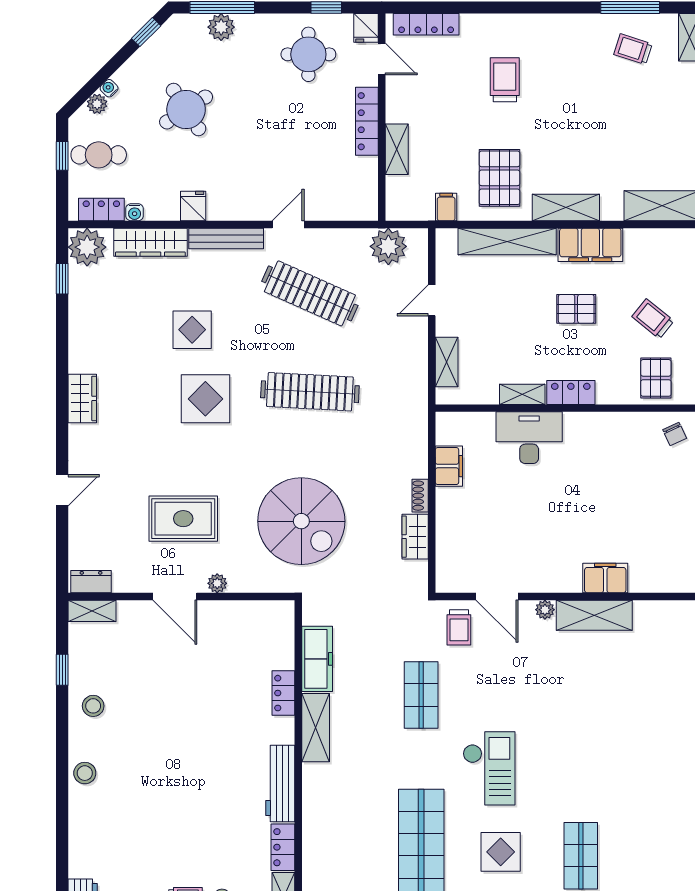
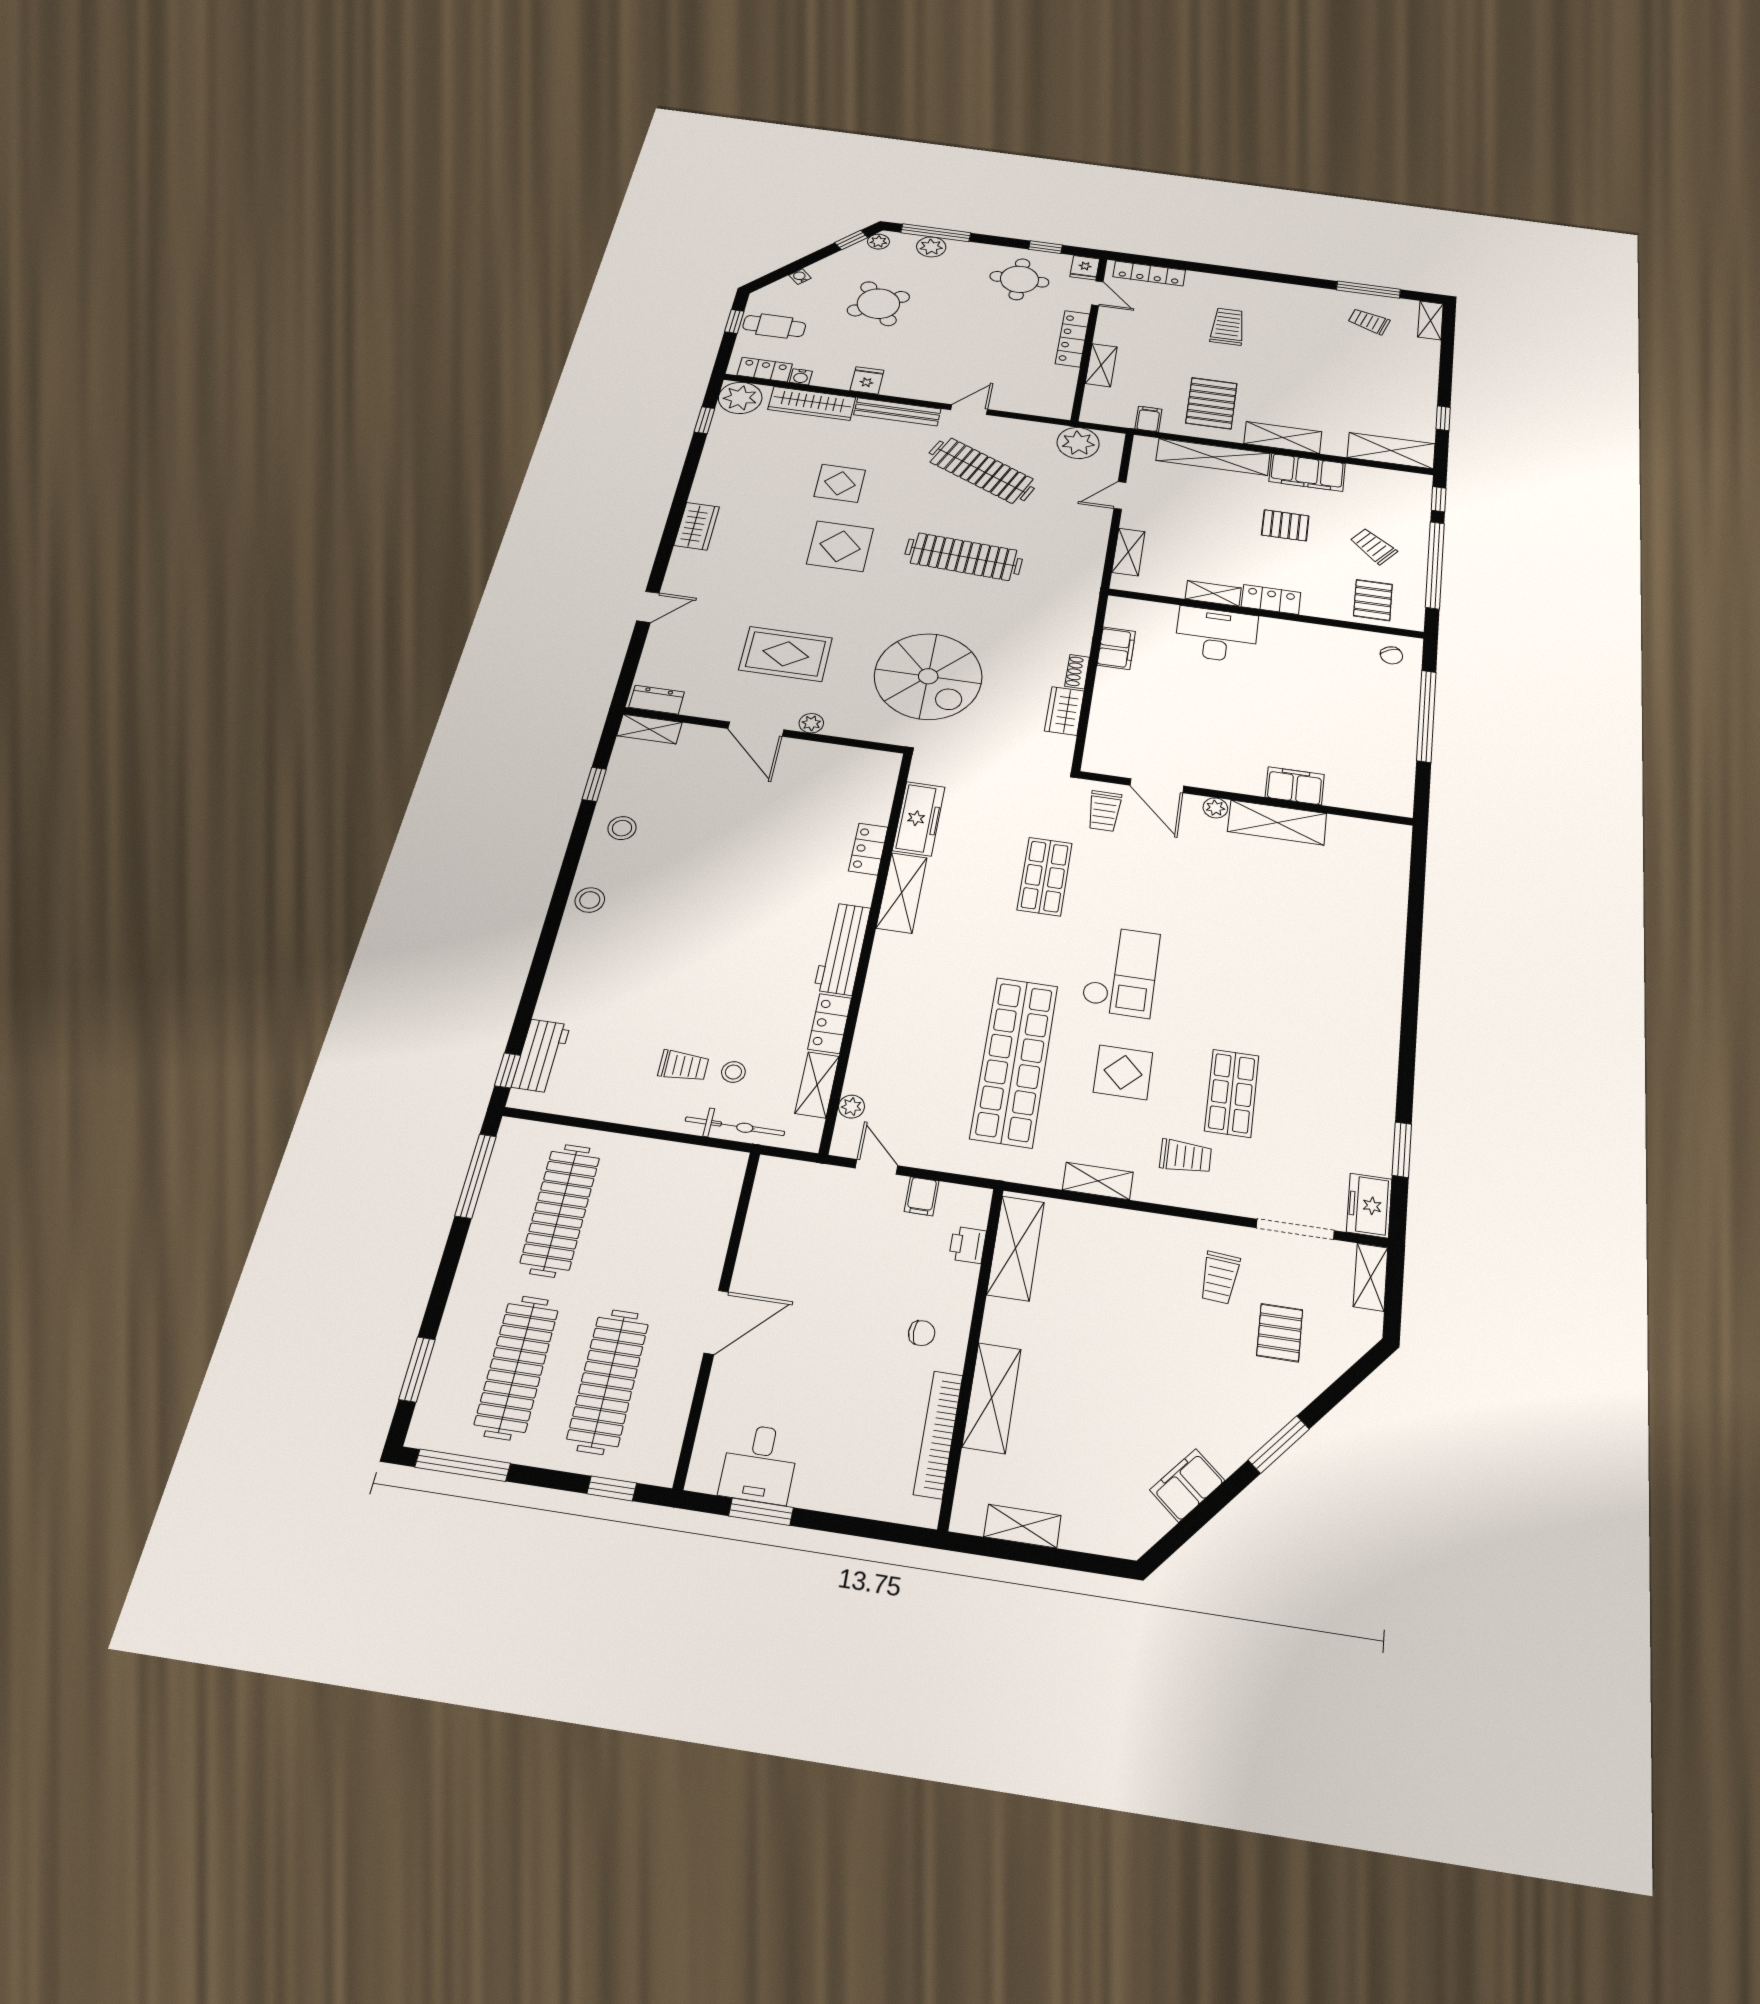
plant: (97, 104) -> (878, 242), moved

